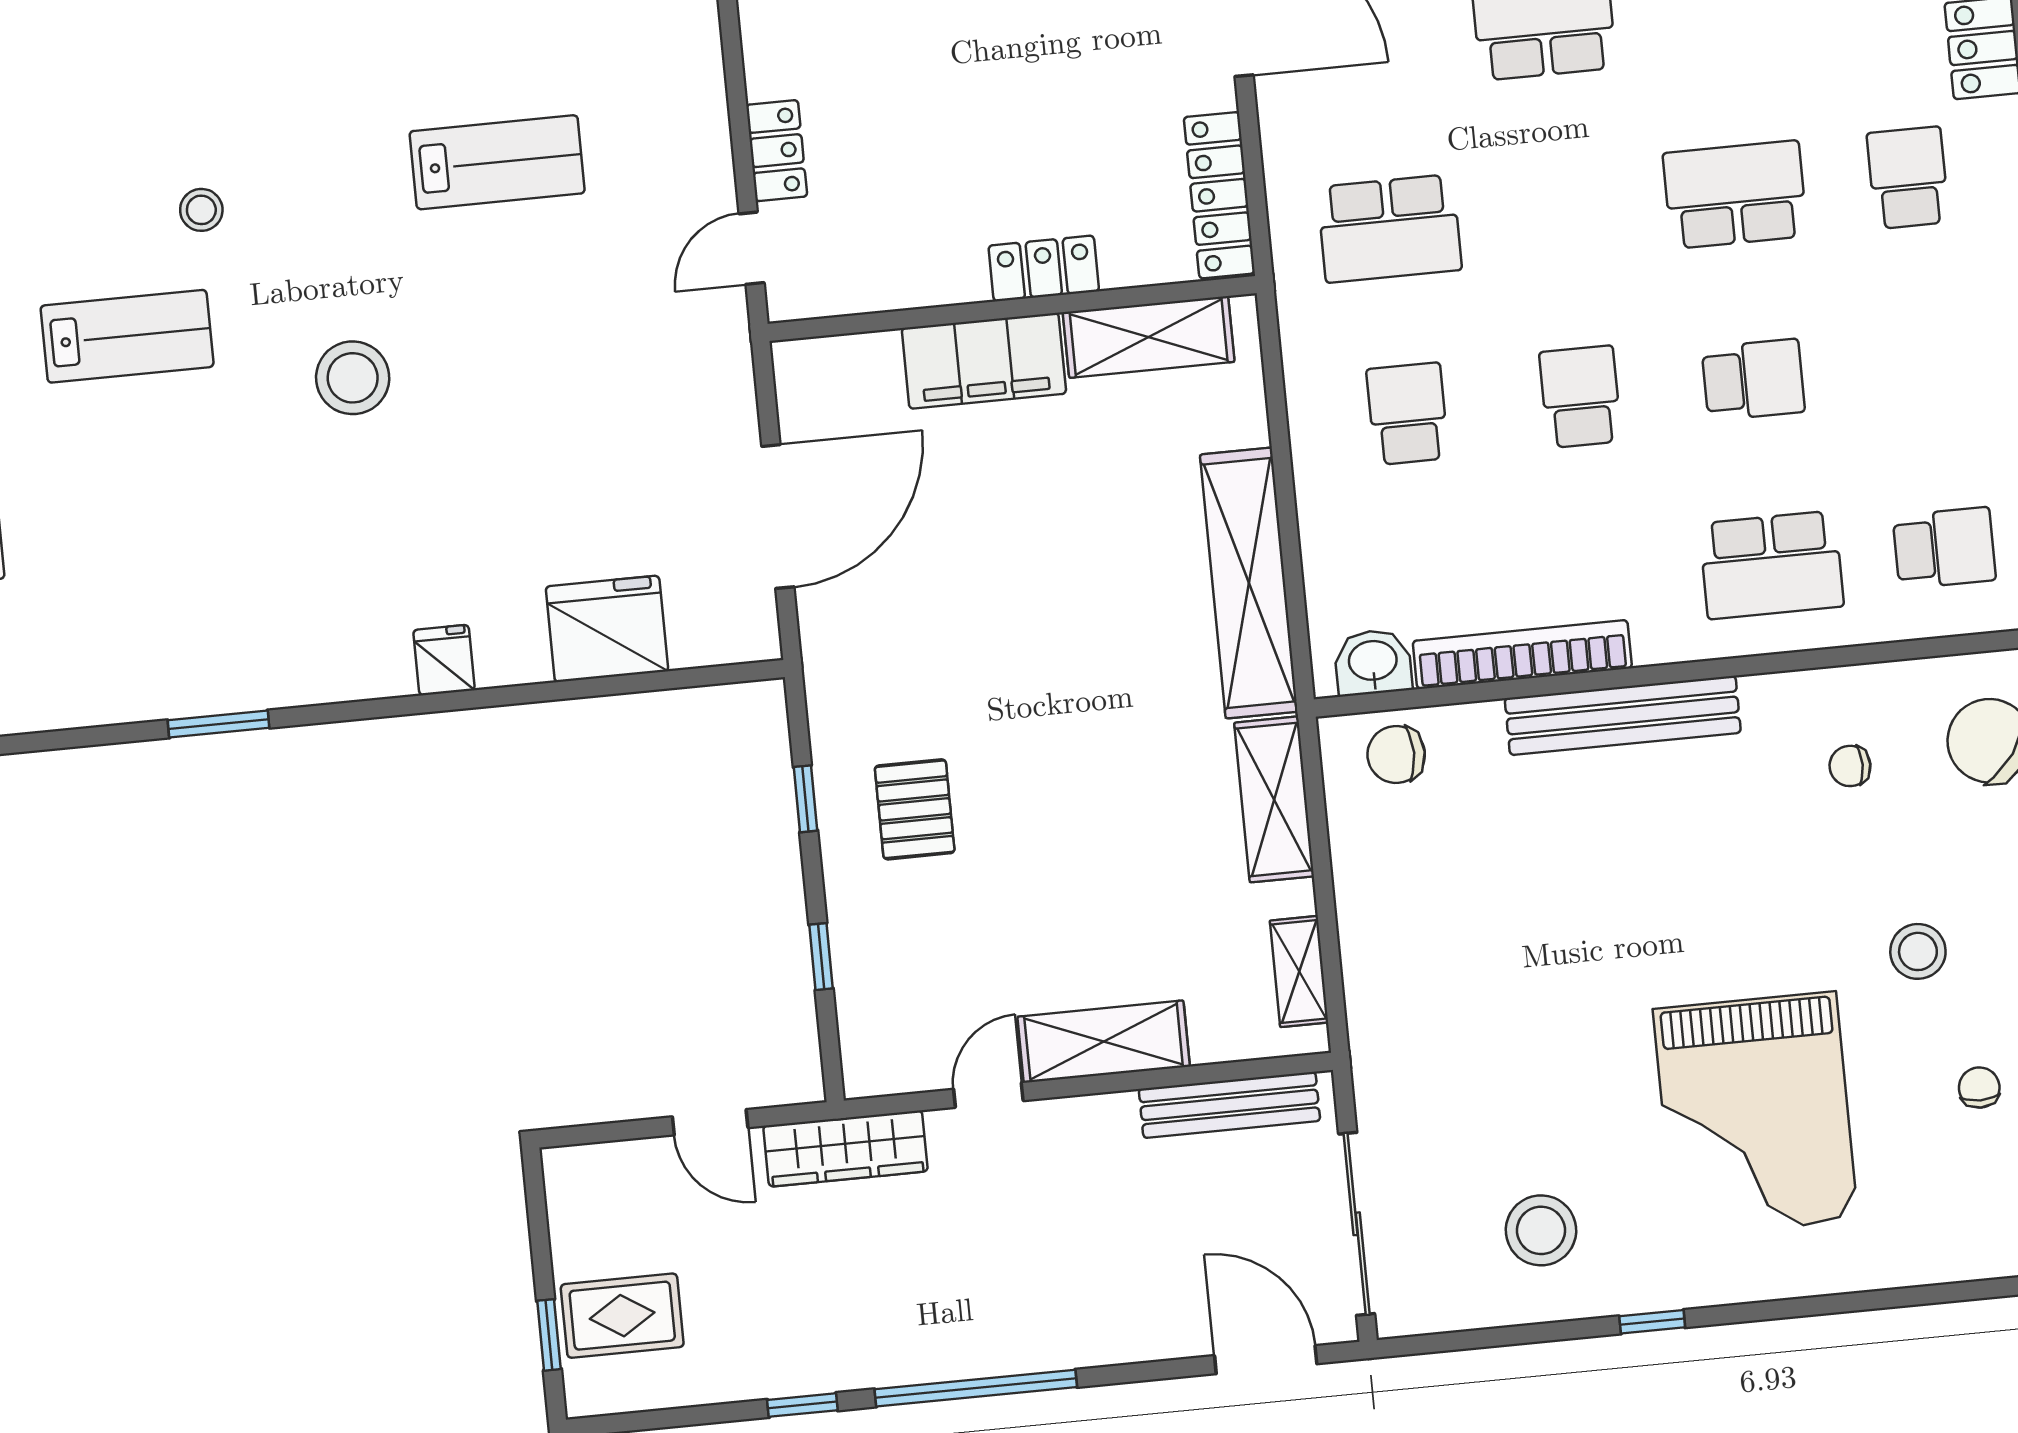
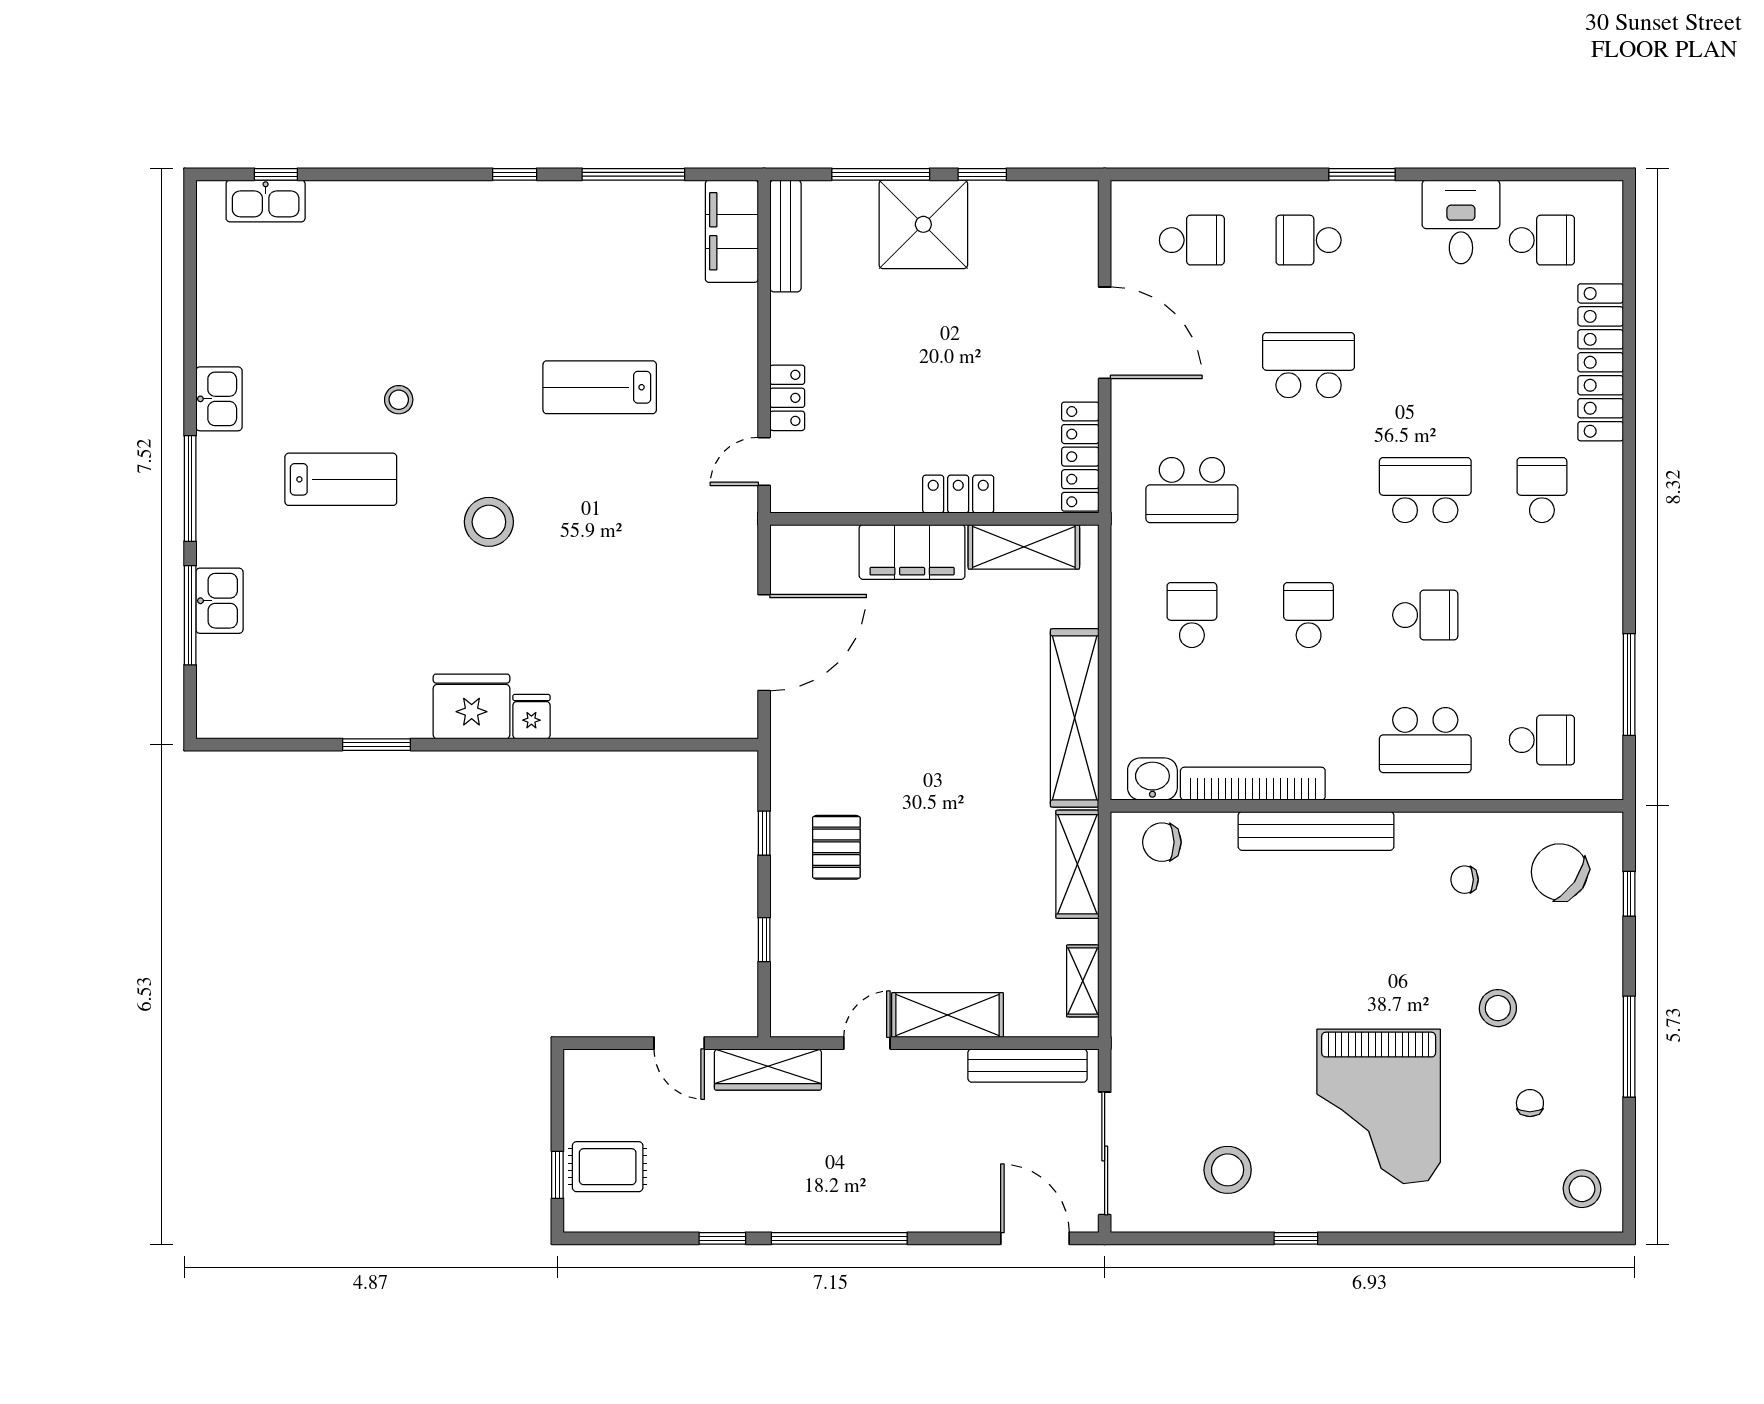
lab bench: (497, 162) -> (600, 387), turned 180
fridge: (607, 629) -> (472, 706), moved

